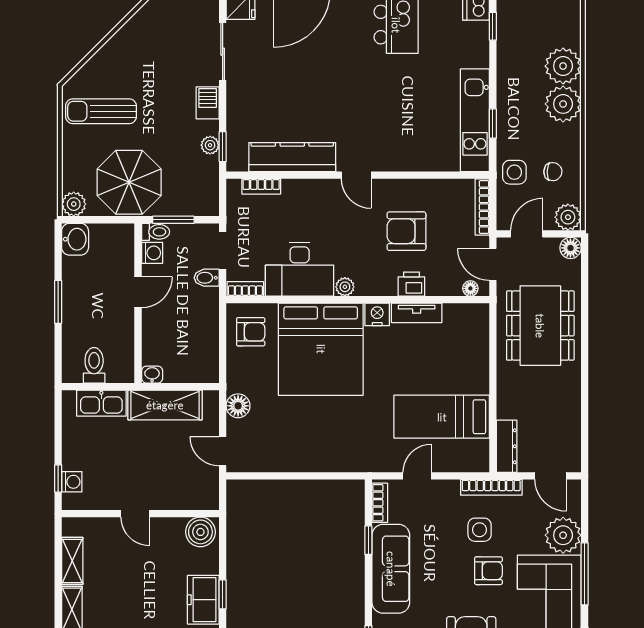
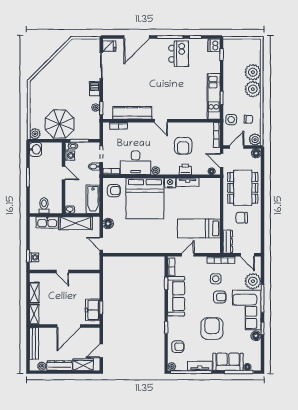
sun lounger: (101, 111) -> (47, 92), removed
armchair: (406, 231) -> (183, 146), turned -90
door: (138, 292) -> (64, 173), hinge flipped
bathtub: (204, 351) -> (93, 199), added
chair: (538, 393) -> (242, 218), added
boiler: (200, 532) -> (91, 280), removed

